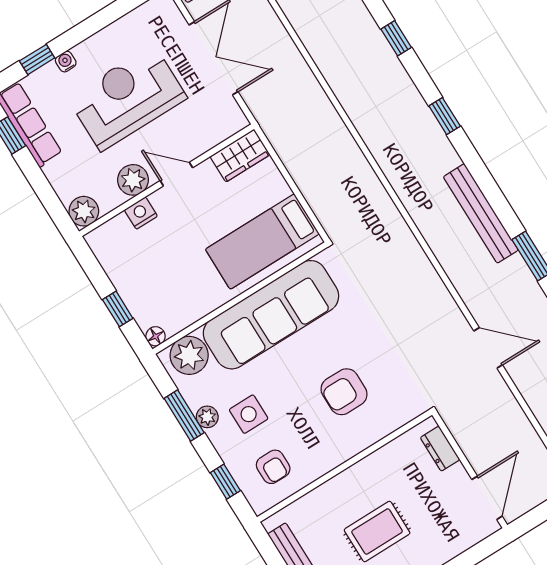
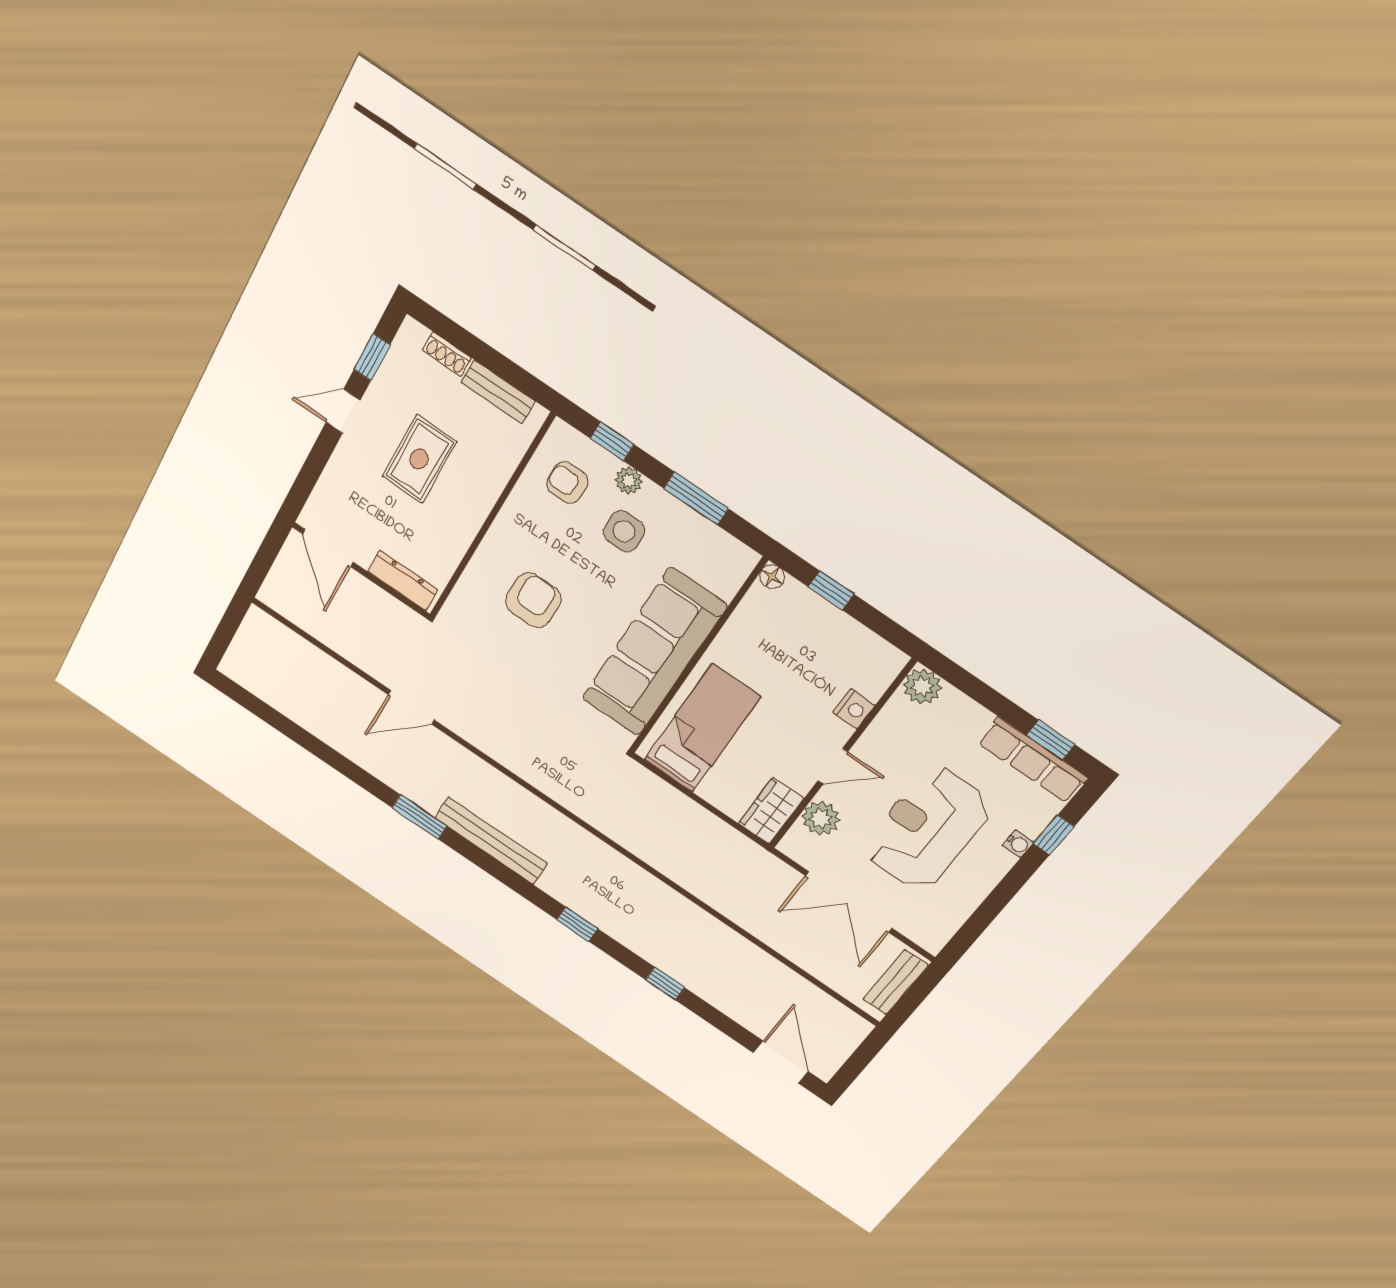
reception desk: (127, 98) -> (927, 829), turned 180
plant: (133, 180) -> (821, 818), moved
plant: (189, 355) -> (723, 570), removed
plant: (207, 417) -> (629, 481), moved
dresser: (440, 449) -> (403, 581), width x1.44

